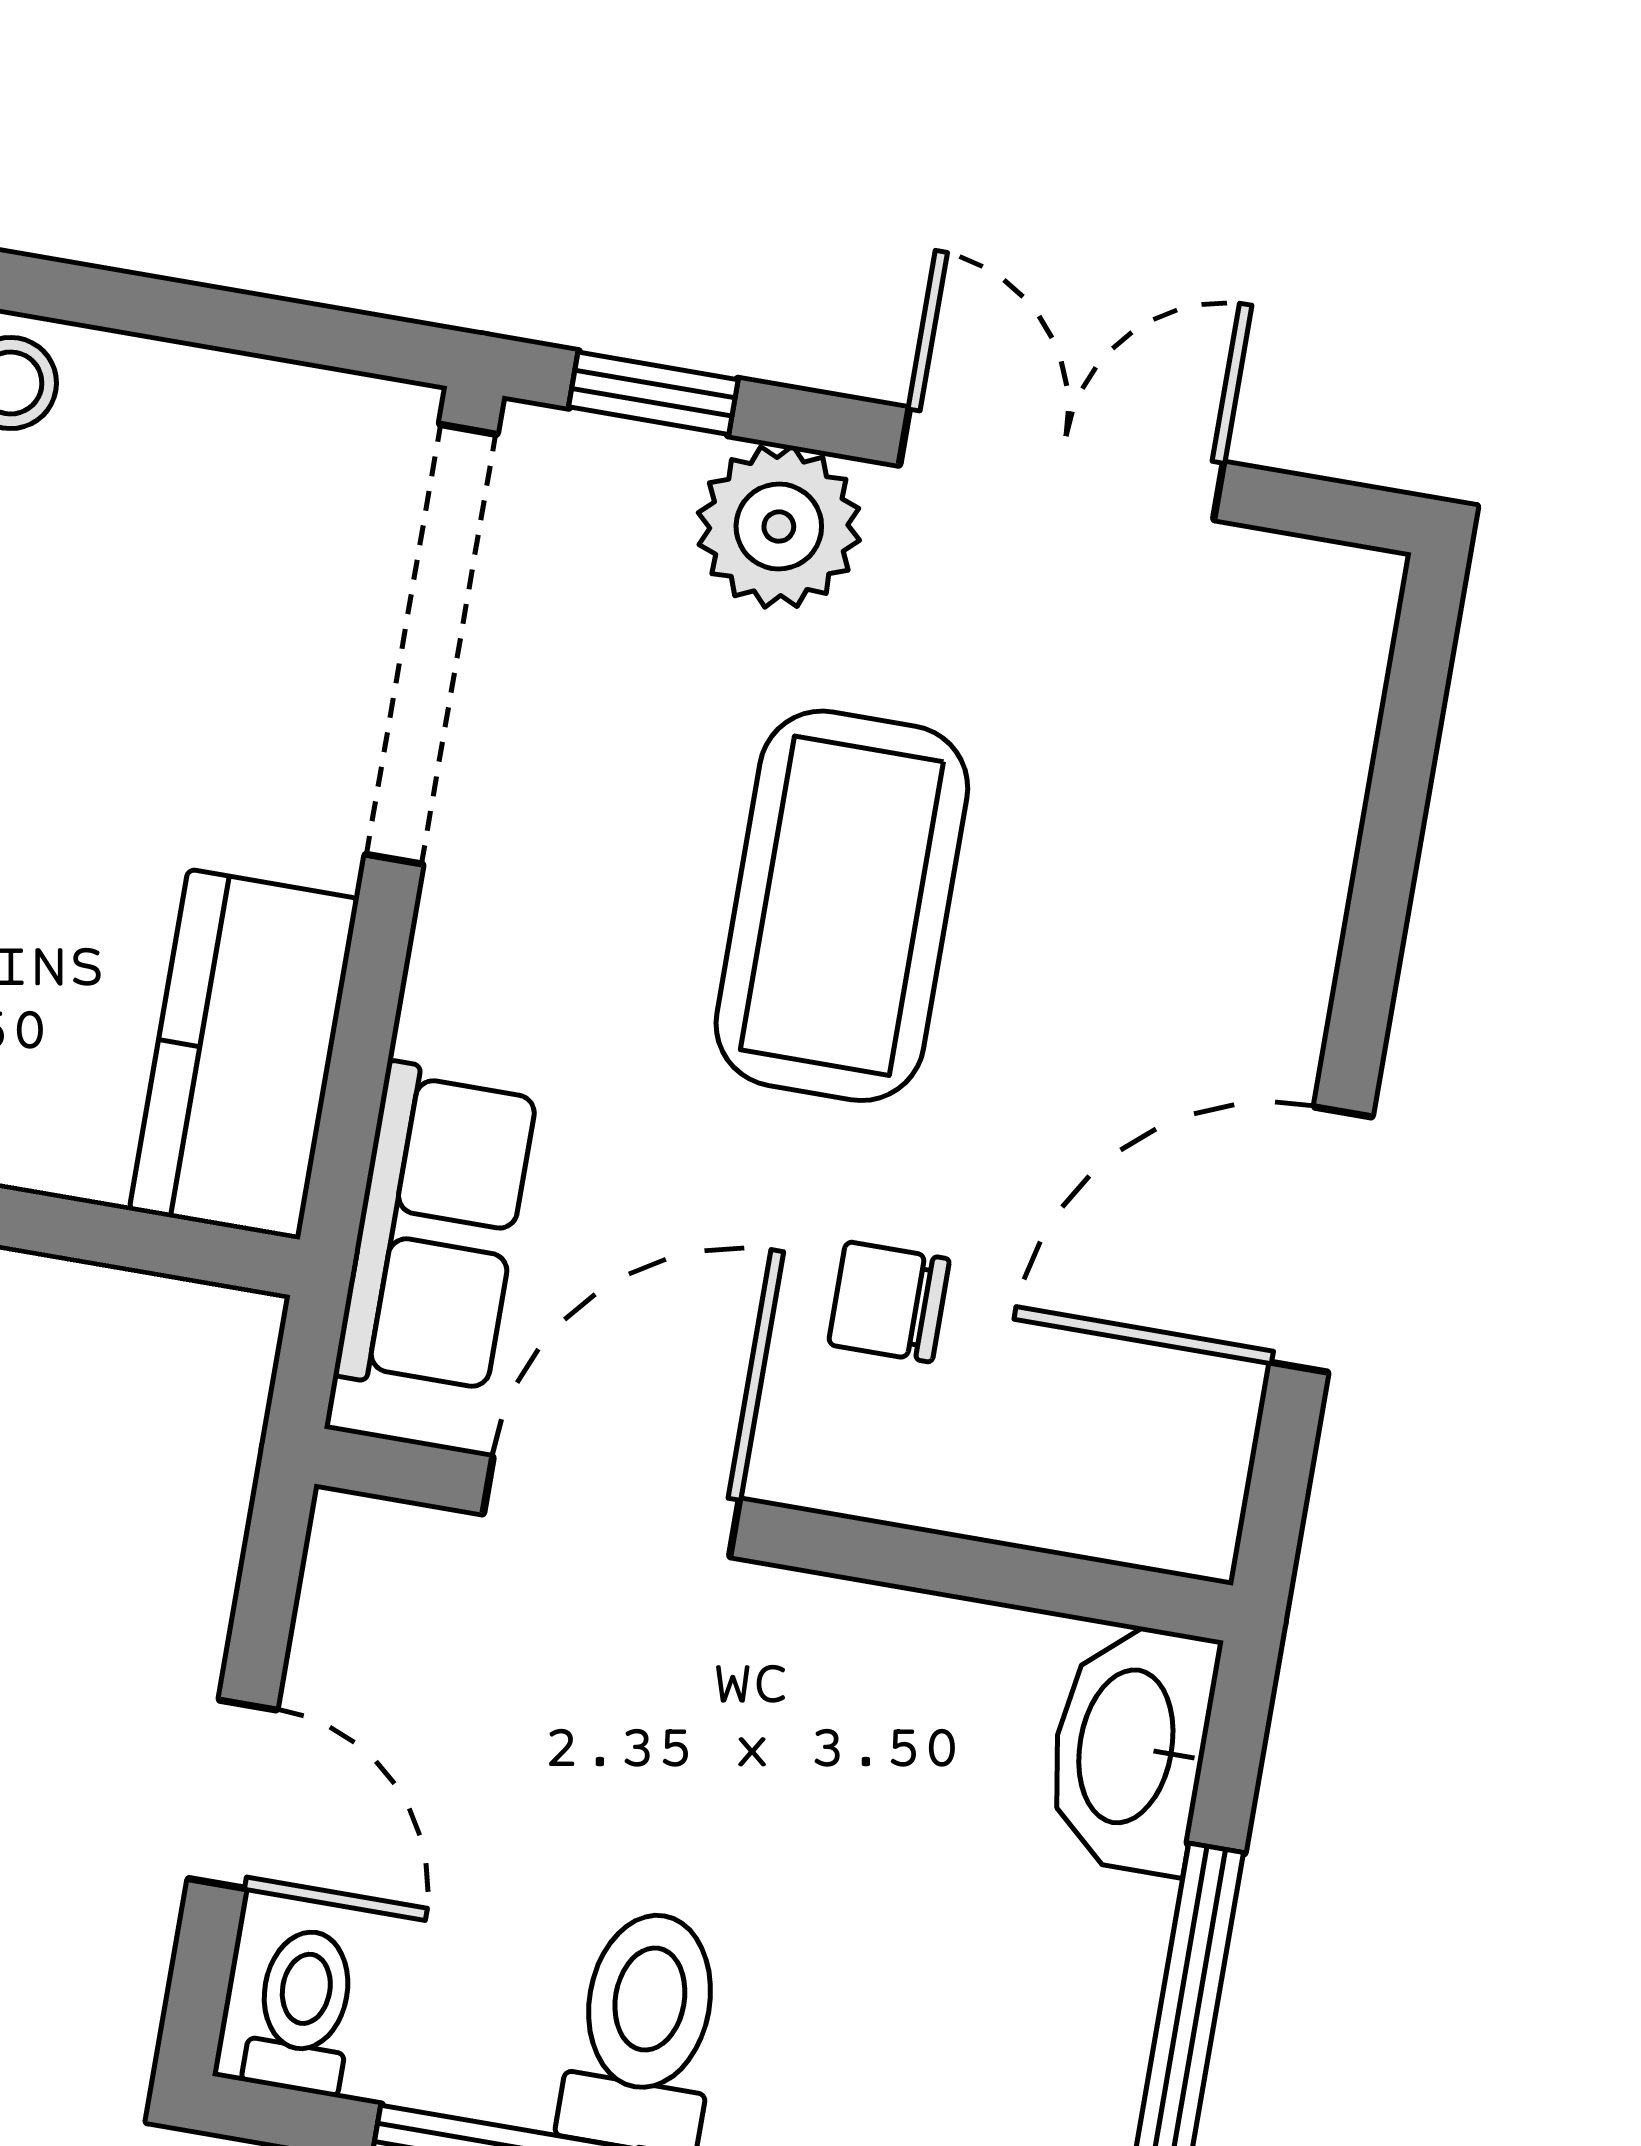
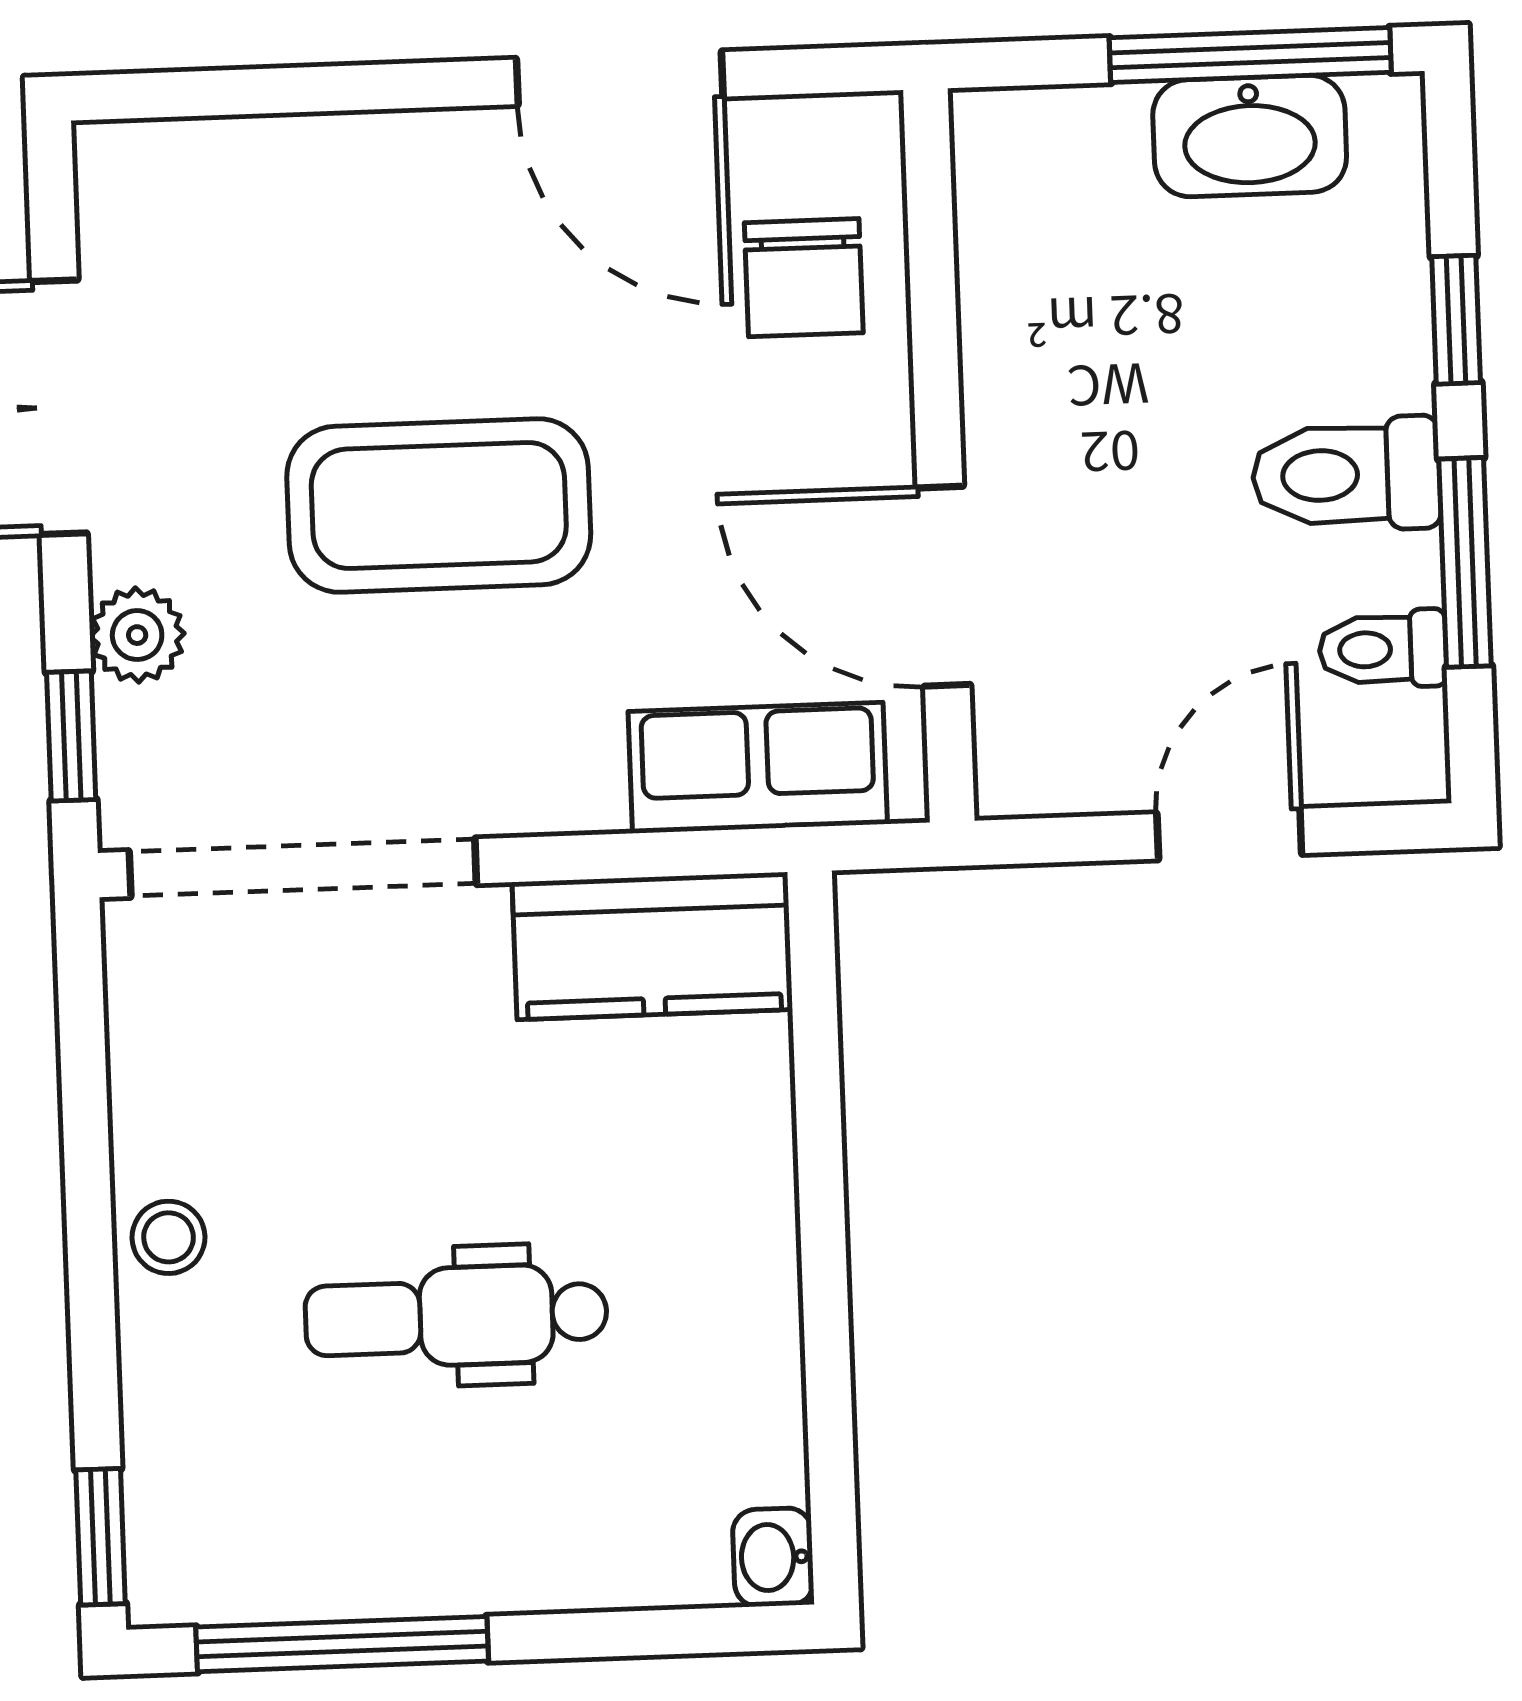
plant: (779, 527) -> (137, 635), width x0.73, depth x0.73
chair: (889, 1302) -> (804, 278), moved, width x1.37, depth x1.37
washbasin: (1130, 1747) -> (1250, 136), moved
toilet: (303, 2011) -> (1383, 649), moved

